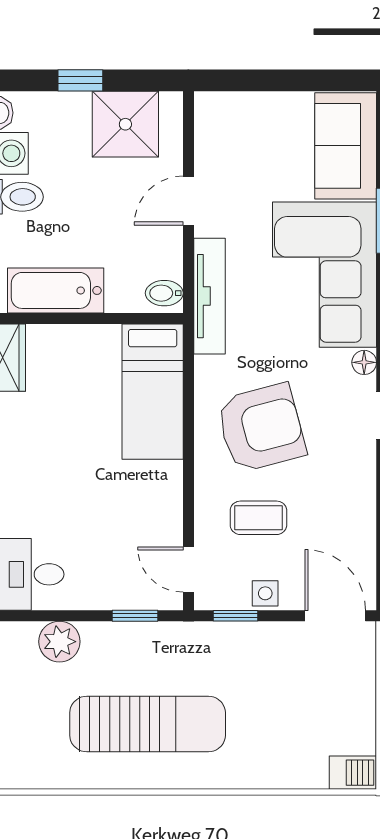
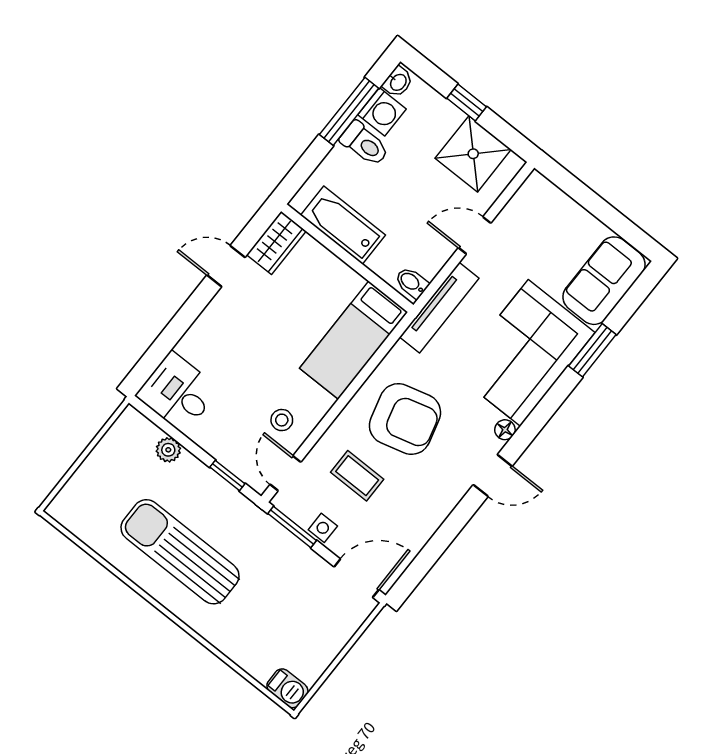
stool: (145, 522) -> (282, 420), added
window: (236, 616) -> (292, 527), width x1.50
door: (335, 616) -> (357, 578), hinge flipped
plant: (59, 642) -> (168, 450), width x0.73, depth x0.73
sun lounger: (148, 724) -> (180, 552), turned 180

